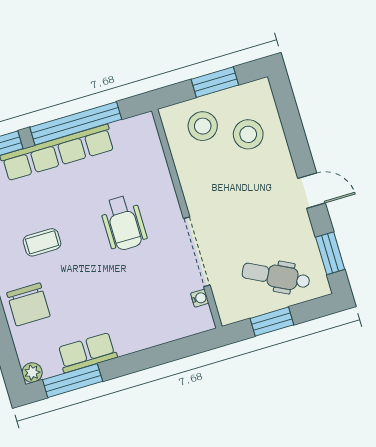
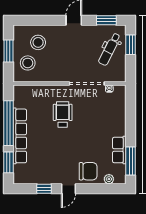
wheelchair: (123, 223) -> (63, 114), turned -90
coffee table: (42, 242) -> (60, 156), removed
window: (272, 322) -> (131, 45), moved
plant: (32, 373) -> (109, 179), moved

